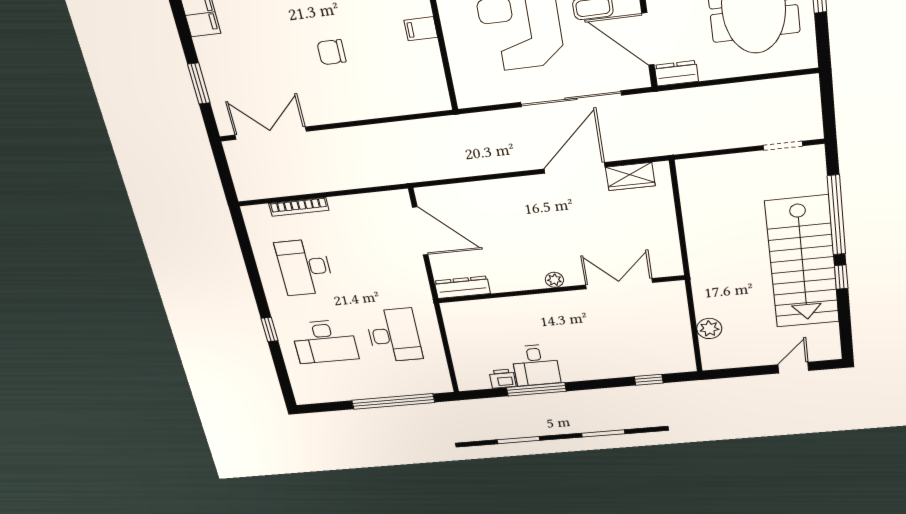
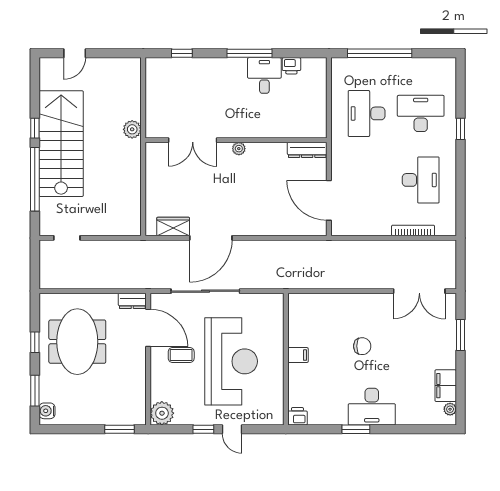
plant: (709, 329) -> (132, 129), moved
window: (536, 389) -> (250, 53), moved

